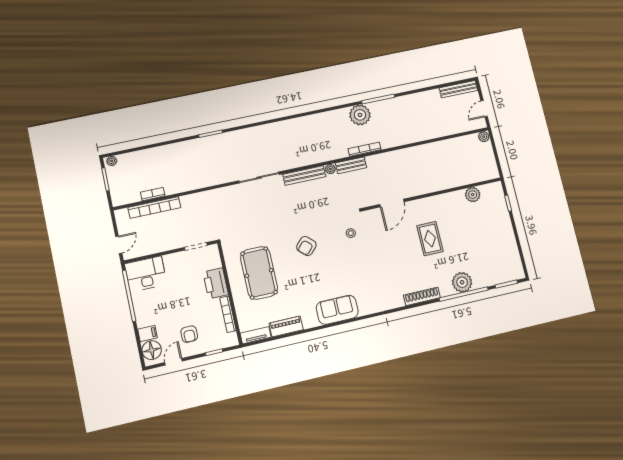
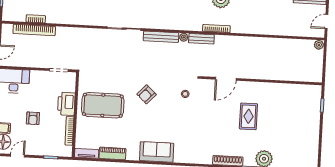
plant: (473, 195) -> (295, 90), removed
pool table: (259, 273) -> (103, 105), turned 90
armchair: (189, 334) -> (33, 118), moved

